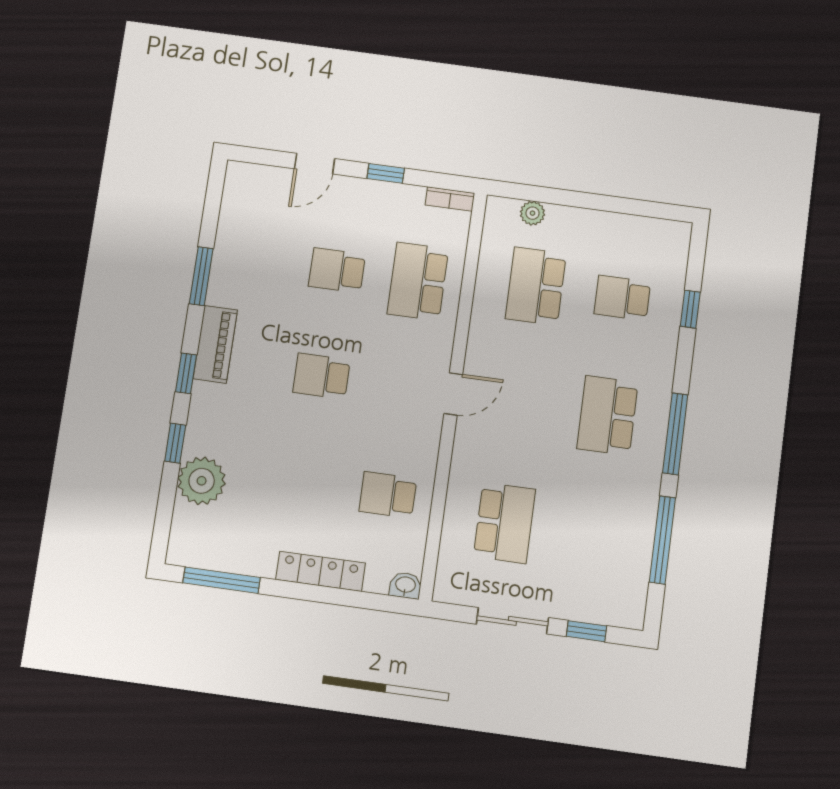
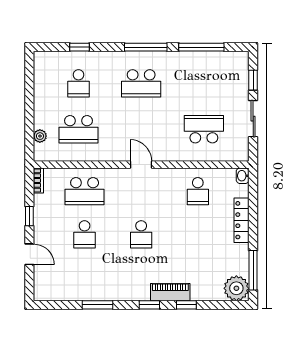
piano: (215, 344) -> (170, 292), moved
plant: (202, 481) -> (236, 288), moved

